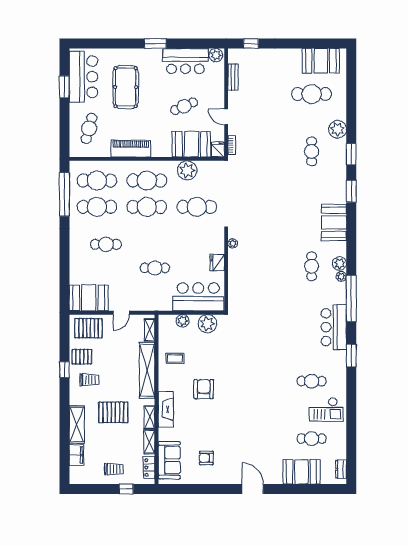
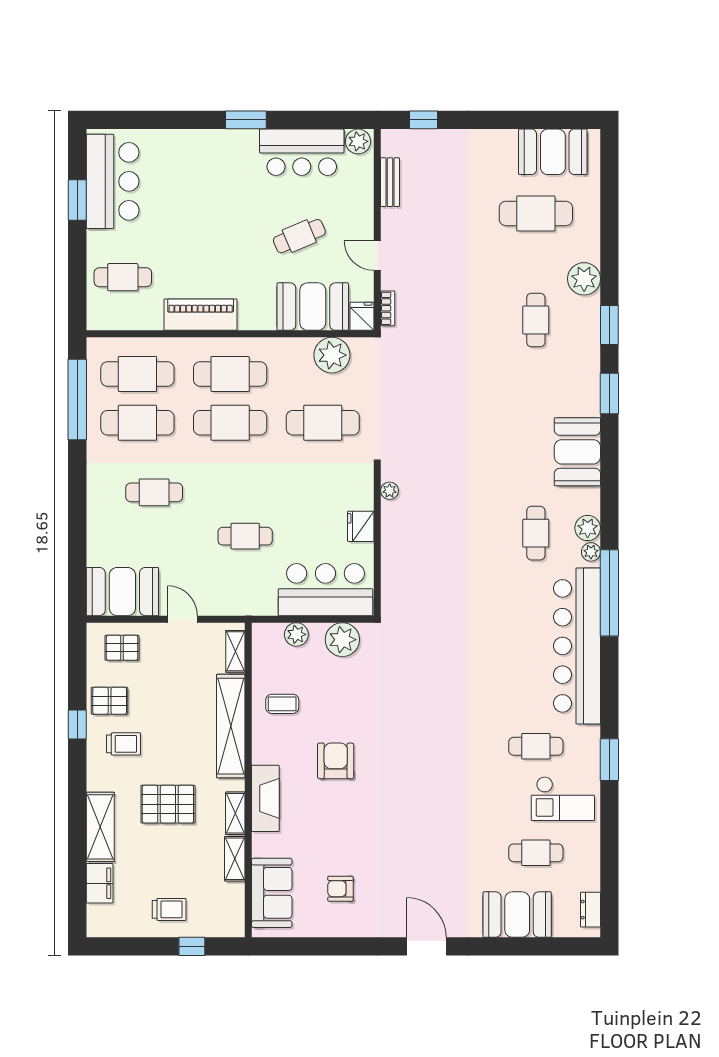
pool table: (126, 87) -> (191, 201), removed
cafe table: (89, 128) -> (123, 277), turned 75
plant: (187, 170) -> (332, 355), moved
door: (121, 313) -> (182, 619), swing flipped
bar counter: (334, 327) -> (577, 646), width x1.86
pallet: (89, 328) -> (122, 648), width x0.67, depth x0.71
window: (351, 356) -> (609, 760), moved
locker: (149, 468) -> (234, 907), removed

